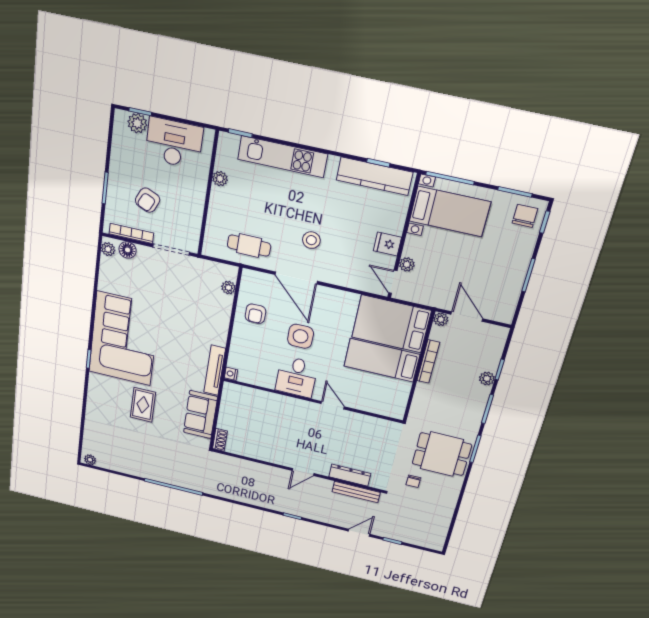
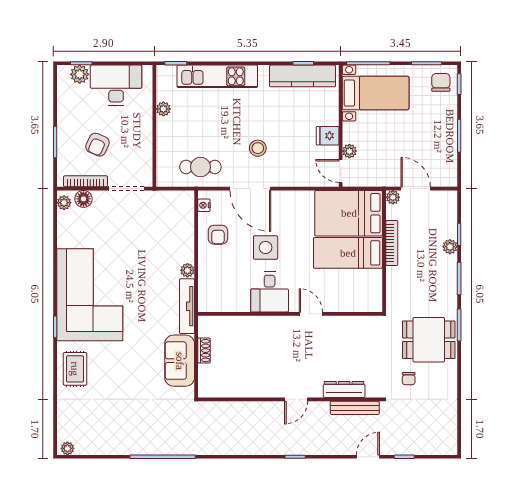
plant: (228, 288) -> (187, 270), moved
nightstand: (231, 374) -> (204, 205), moved
rug: (143, 405) -> (75, 369), moved
shoe rack: (220, 440) -> (204, 351), moved

